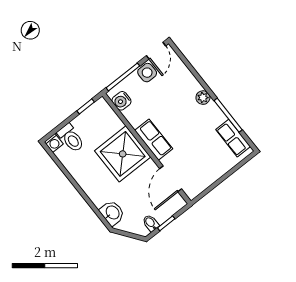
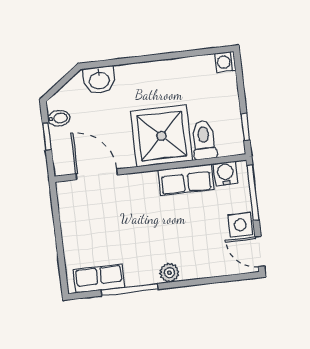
toilet: (71, 138) -> (204, 140), moved, turned 90
row of seats: (154, 140) -> (186, 180), moved

